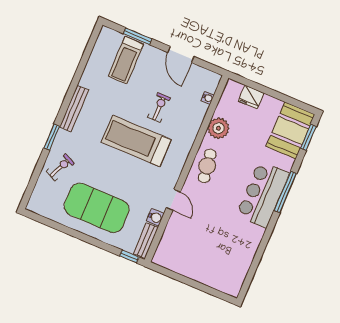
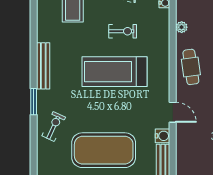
exercise bike: (159, 107) -> (123, 31), turned 90
plant: (218, 128) -> (182, 27), width x0.53, depth x0.53

